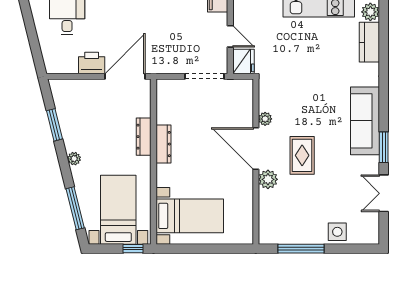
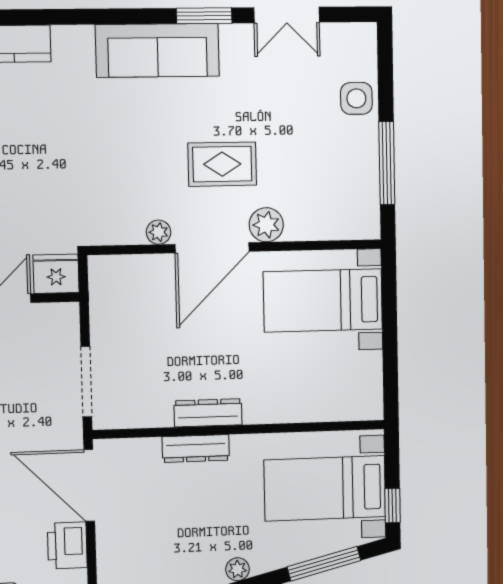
doorway: (204, 76) -> (86, 382), moved
bed with nightstands: (190, 216) -> (323, 300), moved, turned -90
window: (133, 249) -> (393, 506), moved

